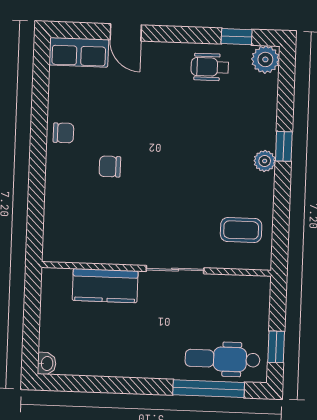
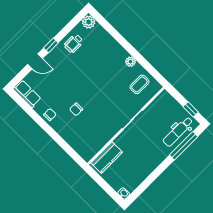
window: (237, 37) -> (51, 45), moved
row of seats: (79, 52) -> (27, 94), moved, turned -90
window: (284, 146) -> (124, 43), removed
plant: (265, 161) -> (130, 62), moved
kitchen counter: (105, 286) -> (107, 158), moved

